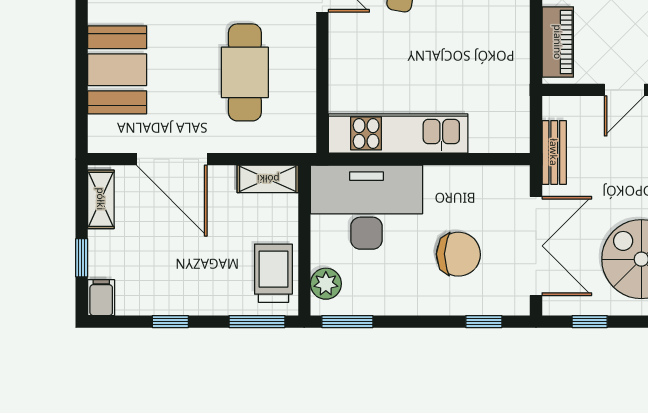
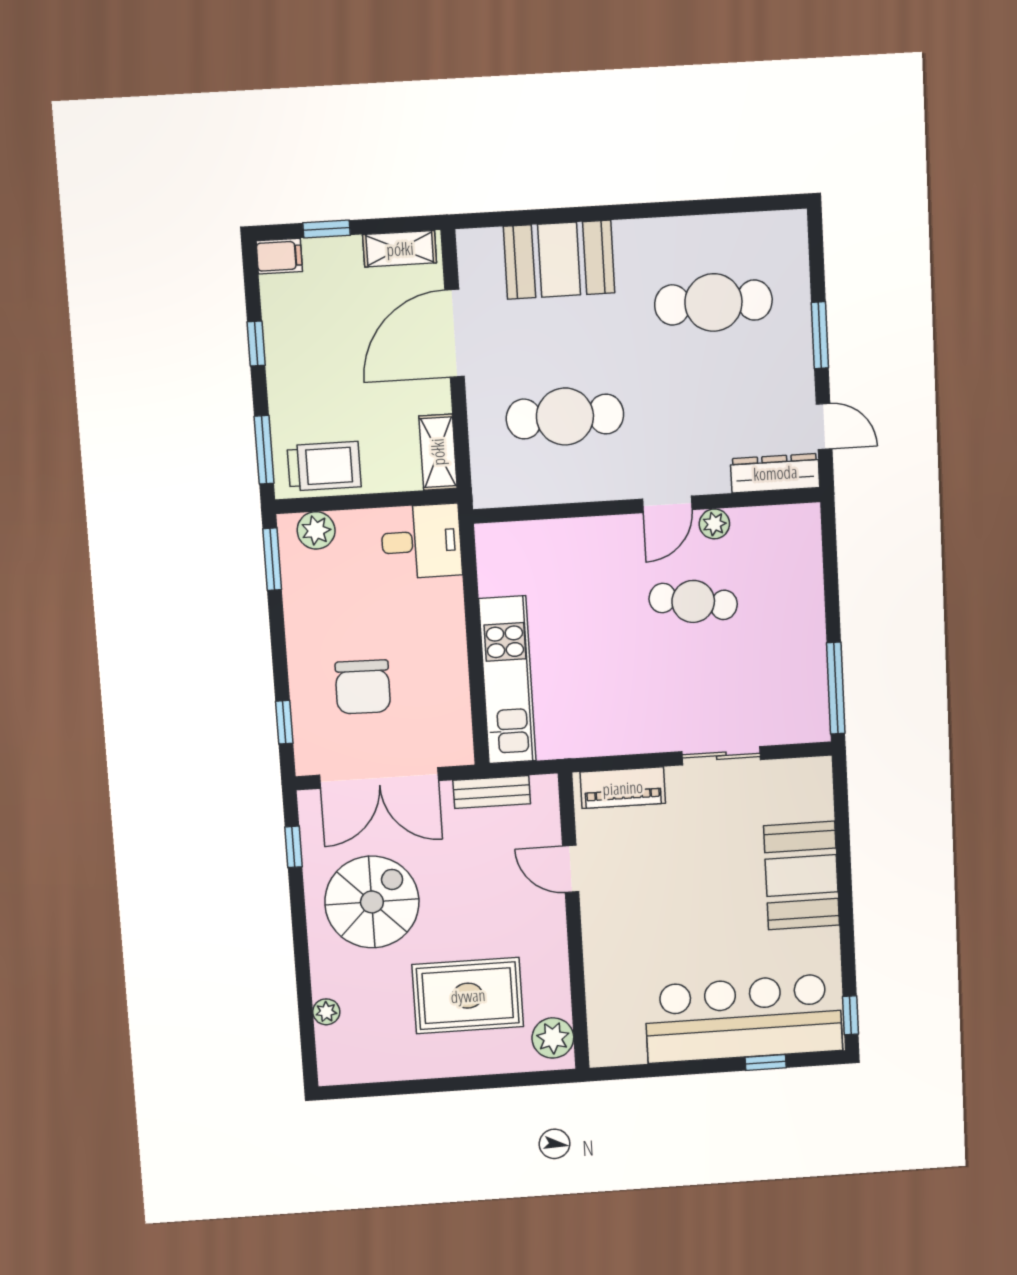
kitchen unit: (398, 133) -> (507, 680), moved
desk: (366, 207) -> (421, 541), width x0.53, depth x0.77

